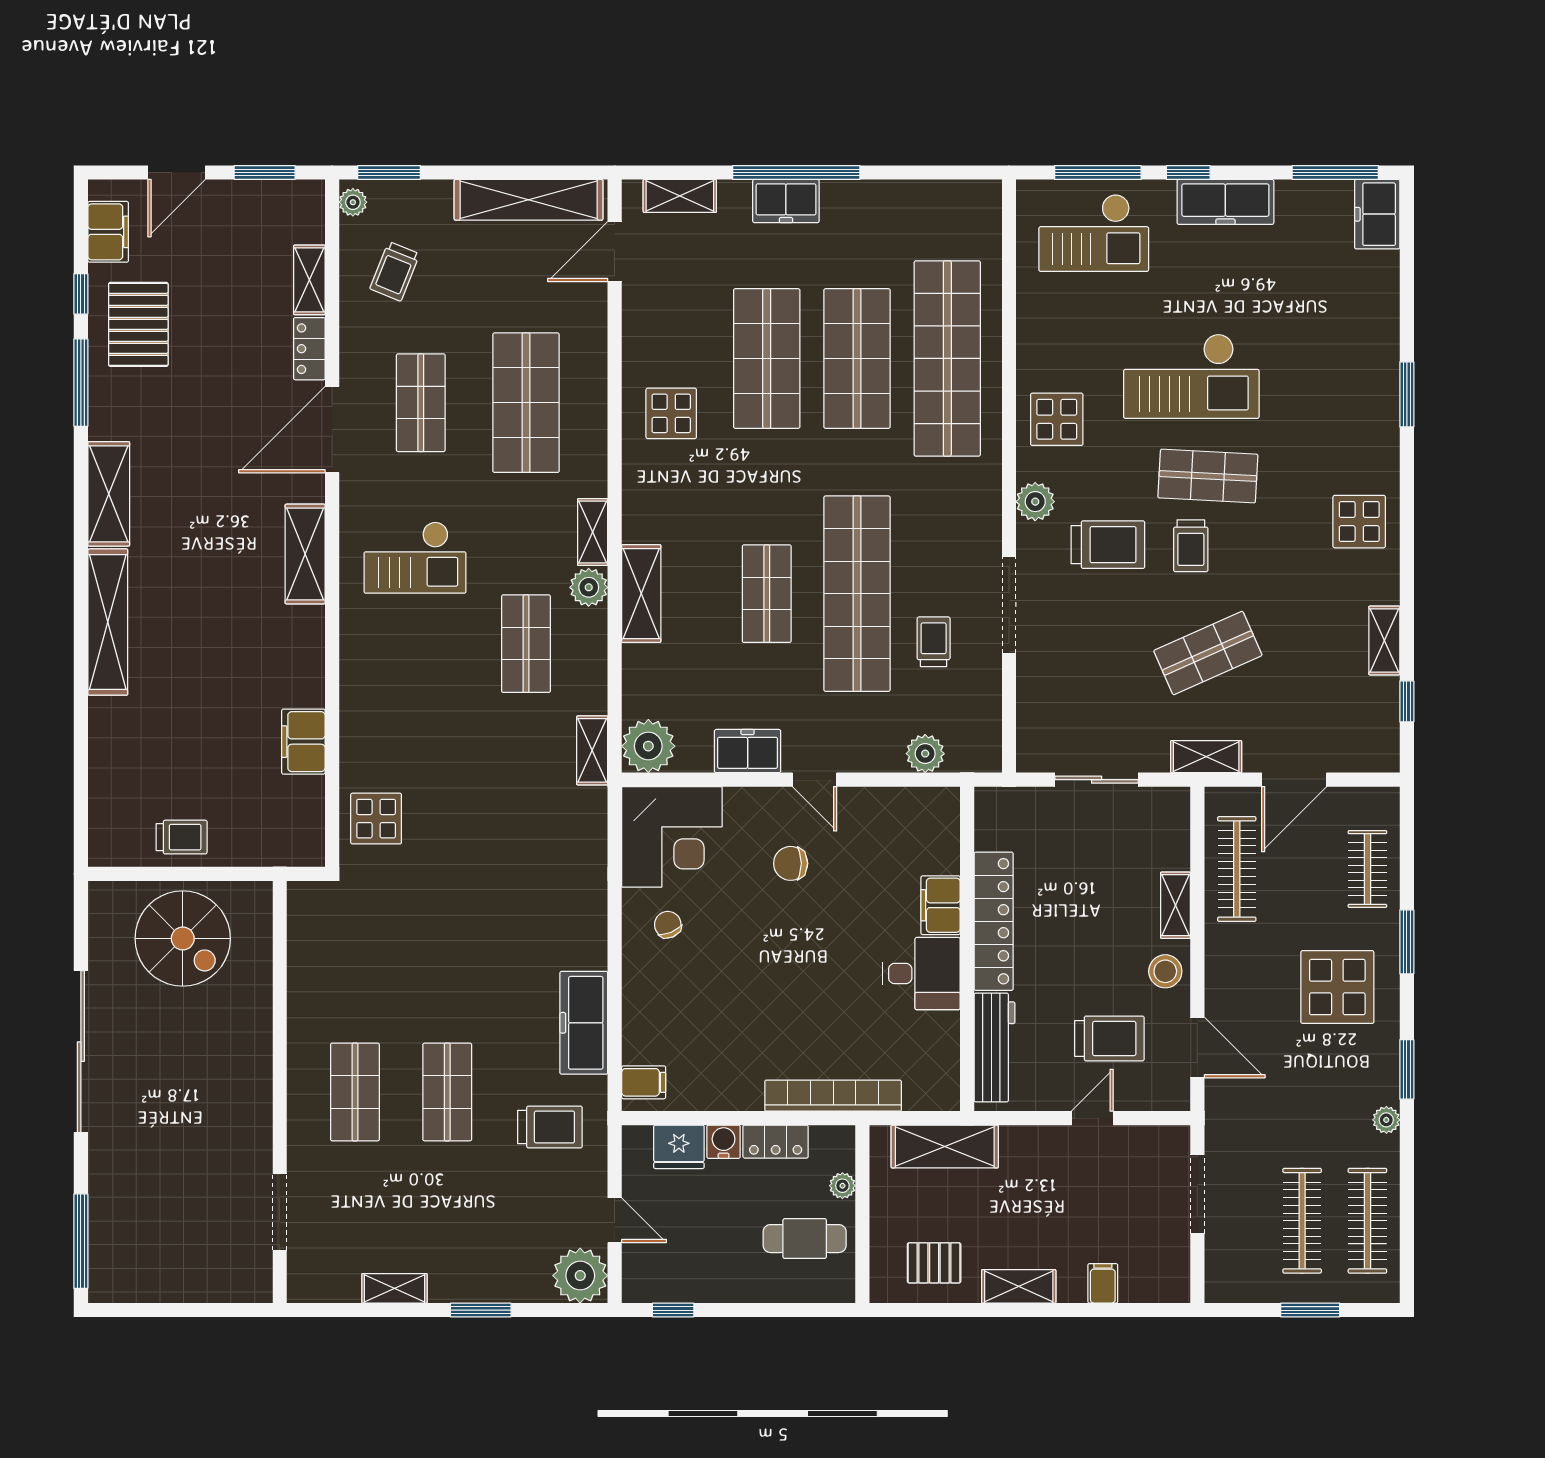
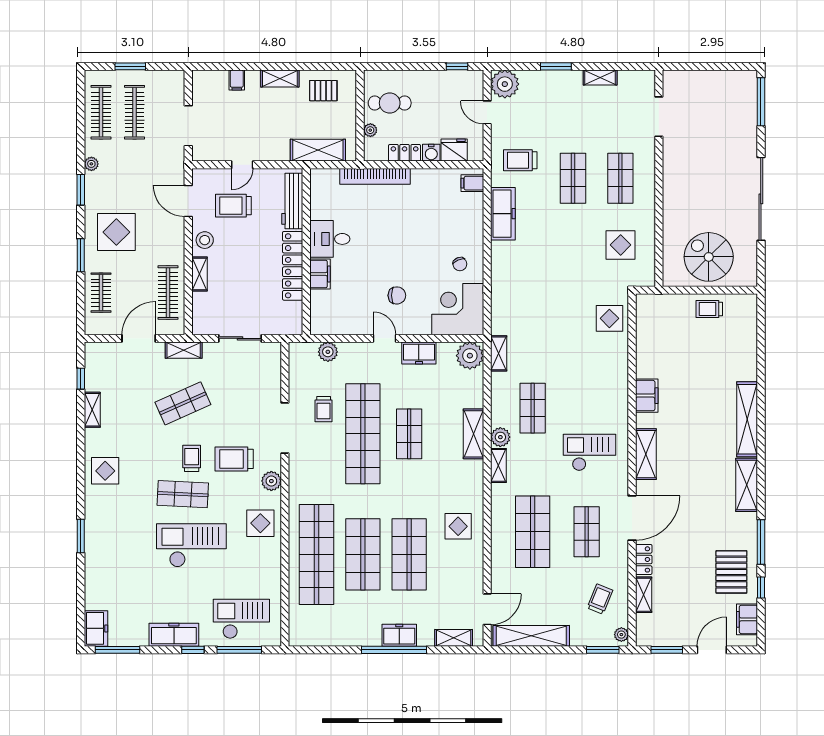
filing cabinet: (303, 742) -> (647, 396), moved
display table: (355, 962) -> (621, 245), added

